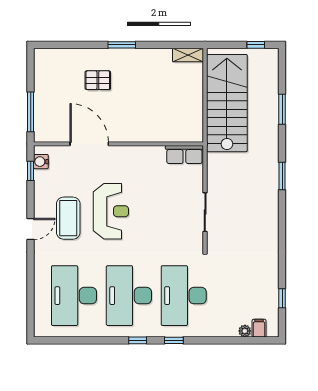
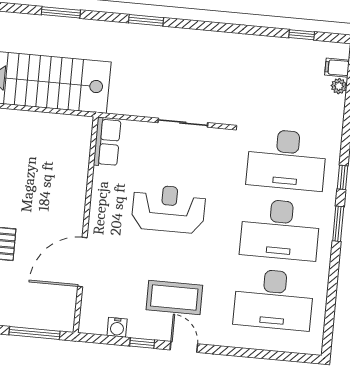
water cooler: (41, 162) -> (117, 327), moved
window: (31, 171) -> (142, 343), moved
reception desk: (111, 211) -> (169, 209), moved
window: (138, 340) -> (338, 224), width x1.50

